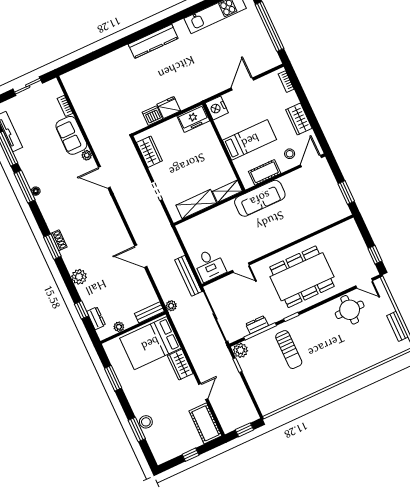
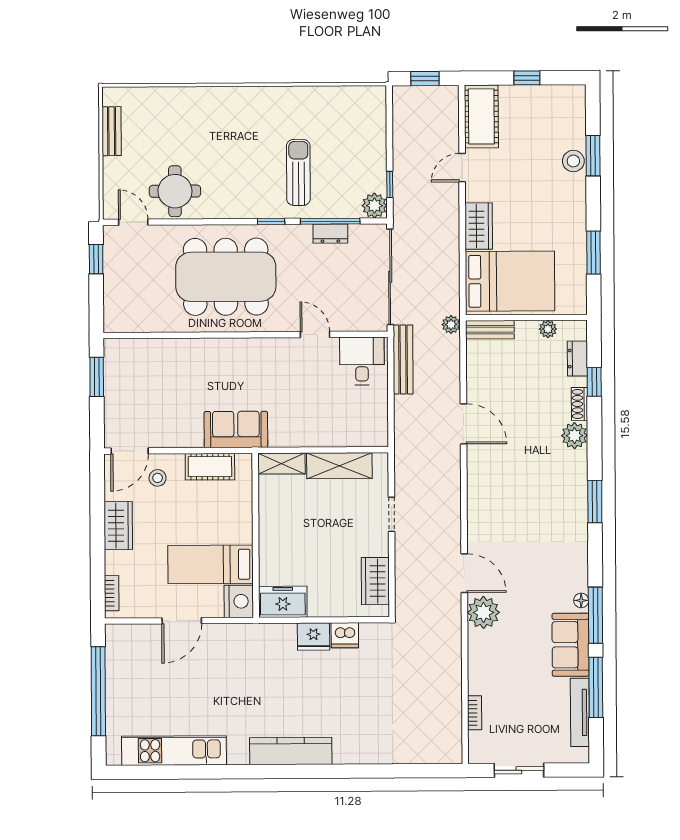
sofa: (71, 135) -> (571, 645), moved, turned 180
bed: (250, 140) -> (211, 564), moved
plant: (87, 155) -> (483, 612), width x1.88, depth x1.88
sofa: (260, 198) -> (236, 430), width x0.73
shoe rack: (59, 240) -> (579, 404), moved

